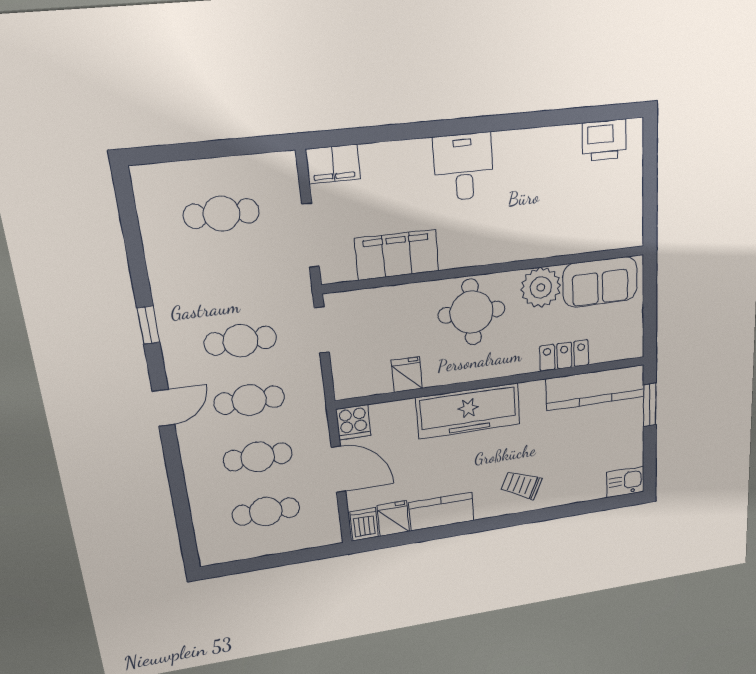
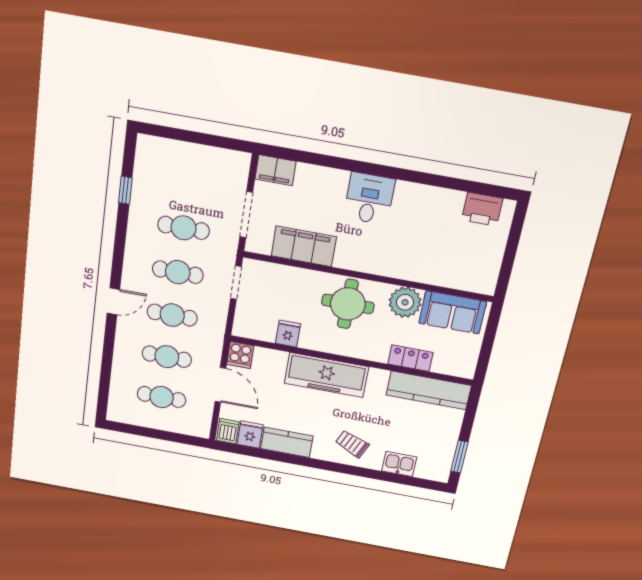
cafe table: (221, 214) -> (184, 228), moved
window: (148, 325) -> (125, 190), moved
window: (650, 405) -> (459, 457), moved
kitchen sink: (625, 482) -> (399, 464), moved

